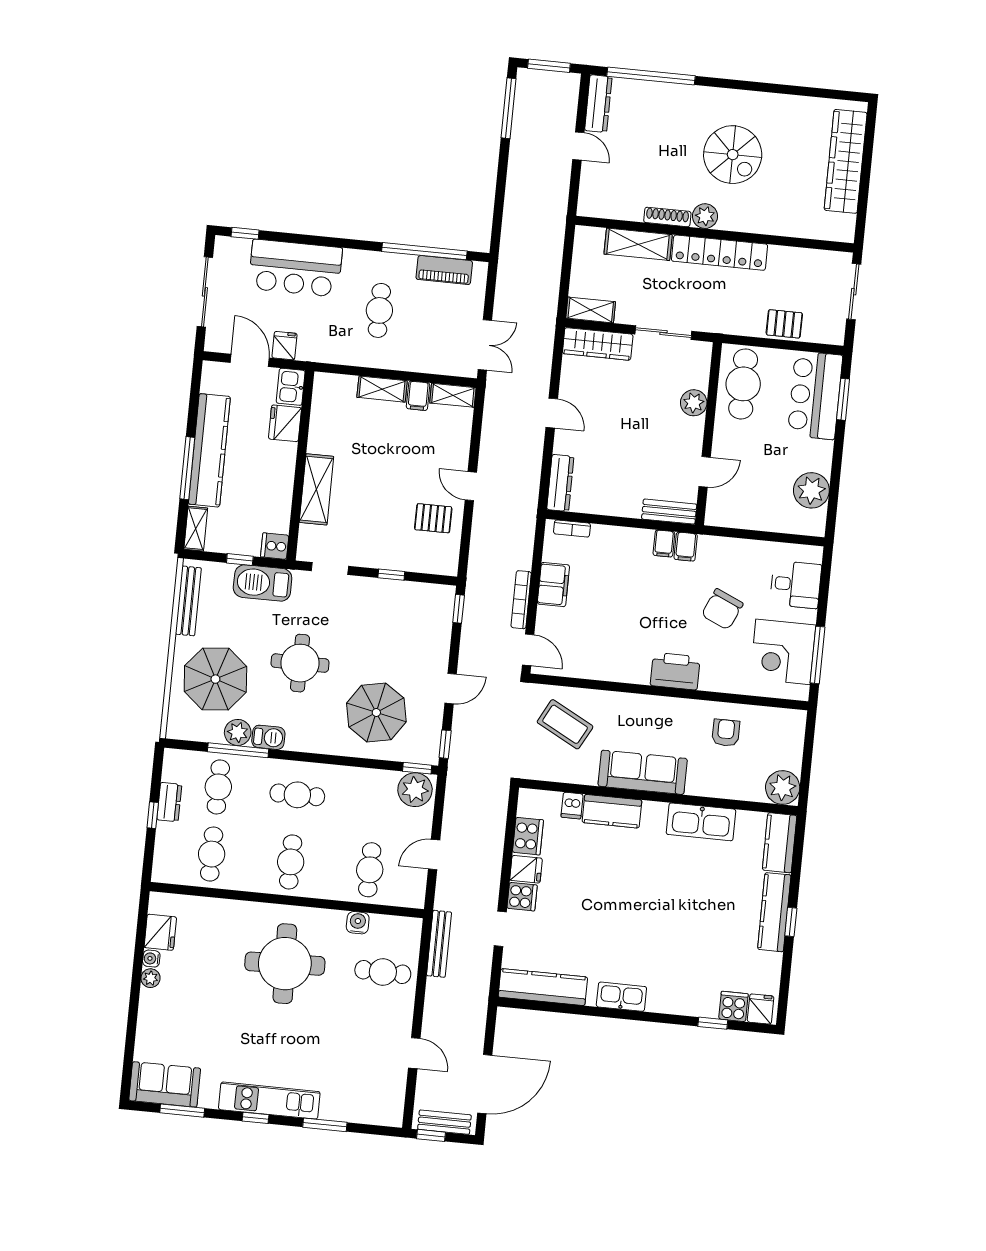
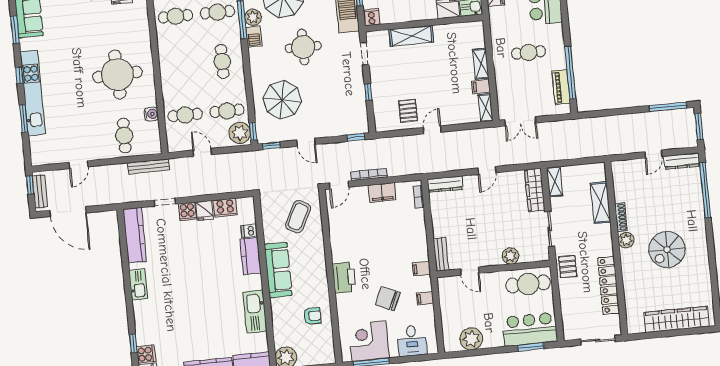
locker: (720, 253) -> (609, 285), moved
pallet: (784, 324) -> (568, 267), moved
filing cabinet: (664, 544) -> (425, 298), moved
cafe table: (291, 862) -> (227, 111), moved
kitchen unit: (269, 1101) -> (33, 93), width x1.36

